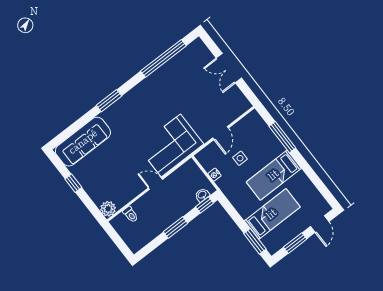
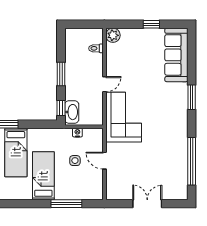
washbasin: (202, 195) -> (72, 112), width x1.91, depth x1.45

